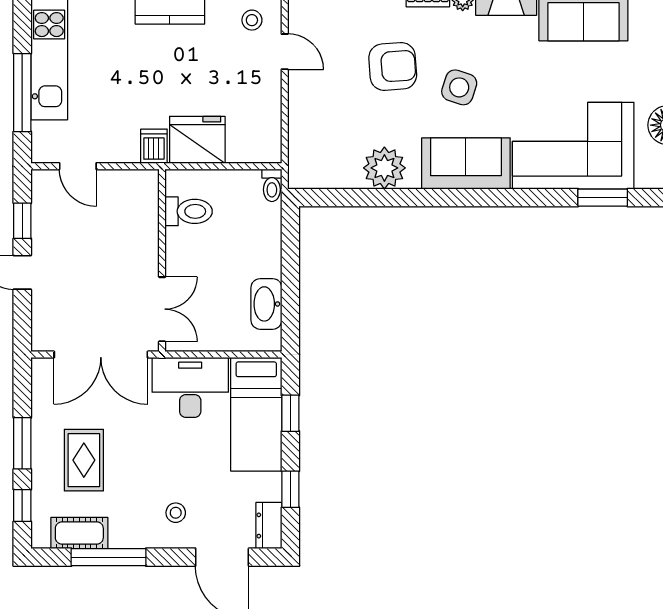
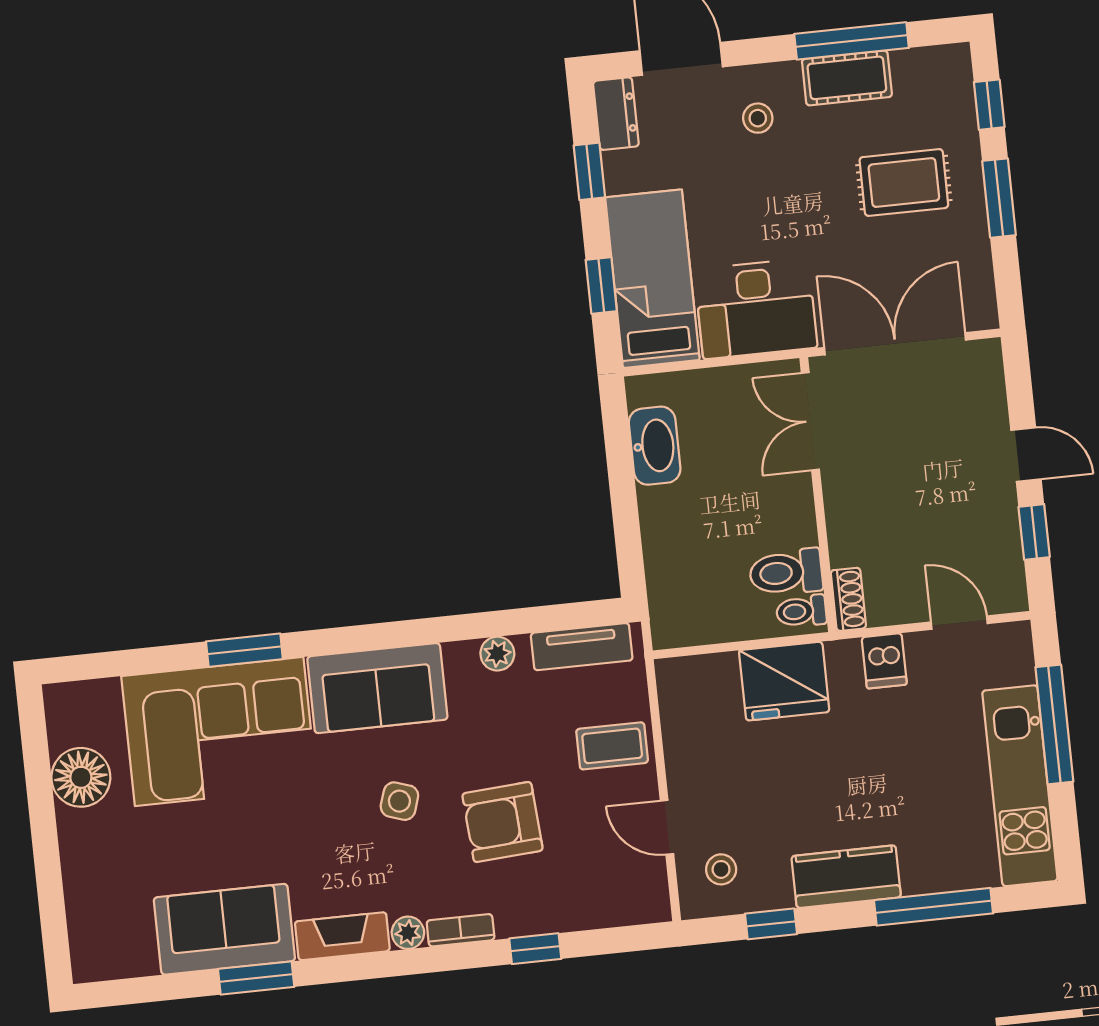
side table: (459, 87) -> (399, 801), width x0.73, depth x0.73
coffee table: (315, 109) -> (612, 746), added
dishwasher: (154, 146) -> (884, 661), moved
plant: (384, 168) -> (497, 654), width x0.53, depth x0.53
tv unit: (328, 177) -> (582, 647), added
toilet: (272, 185) -> (801, 611), moved, turned -90
shoe rack: (149, 189) -> (848, 599), added
window: (603, 198) -> (244, 650), moved
rug: (84, 460) -> (904, 183), turned 90
cot: (79, 533) -> (847, 78), moved

